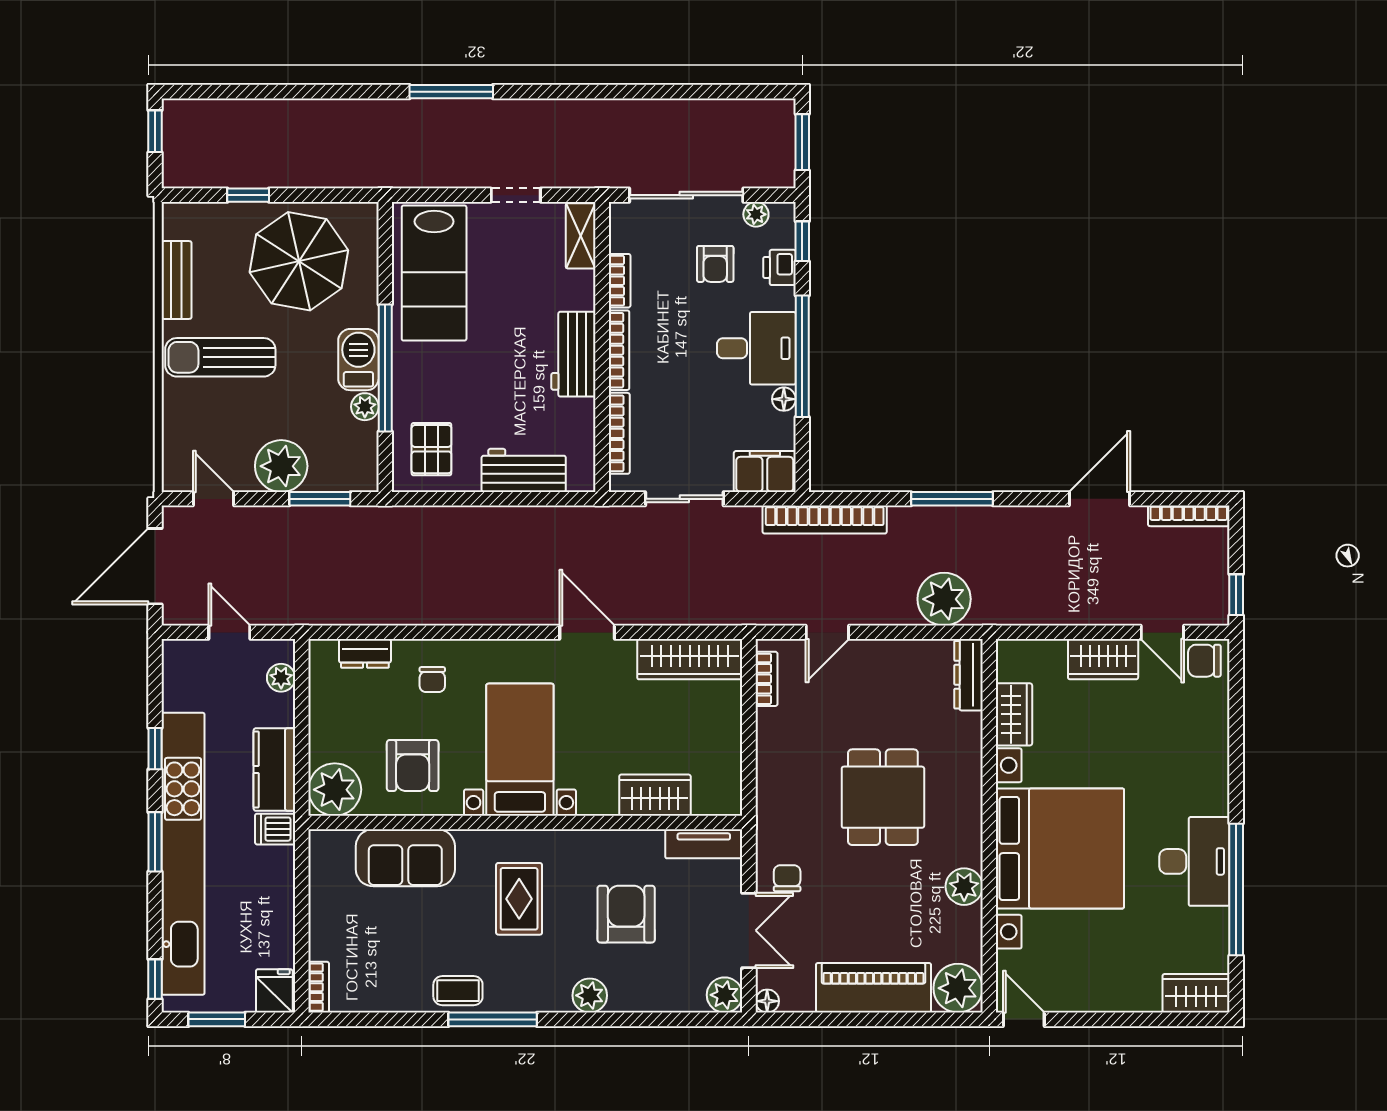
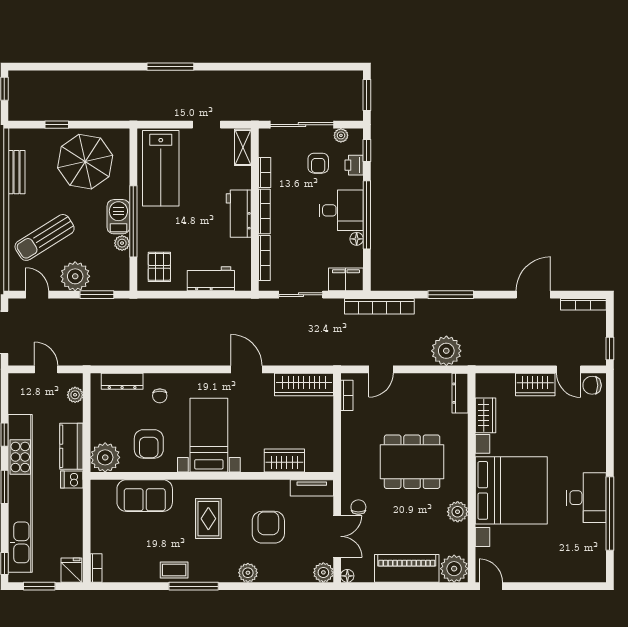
sun lounger: (220, 357) -> (45, 237), moved, turned -32
dresser: (365, 653) -> (122, 381), width x1.44
dining table: (883, 797) -> (412, 462), width x1.38
wardrobe: (1196, 993) -> (587, 571), removed

